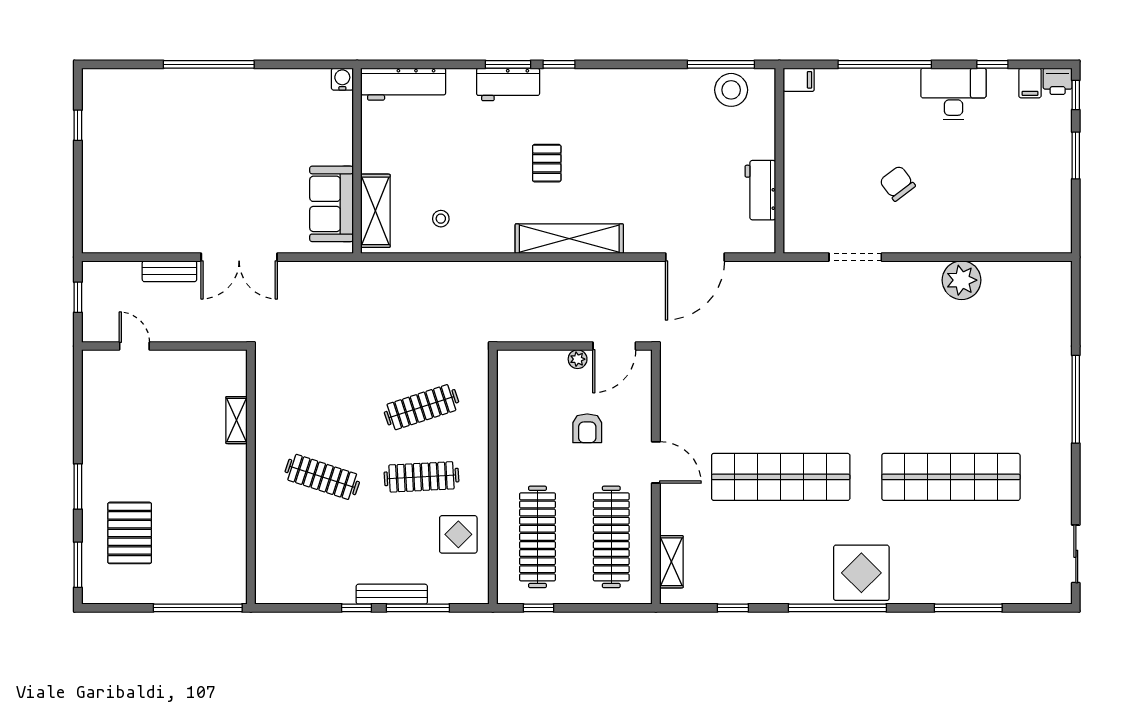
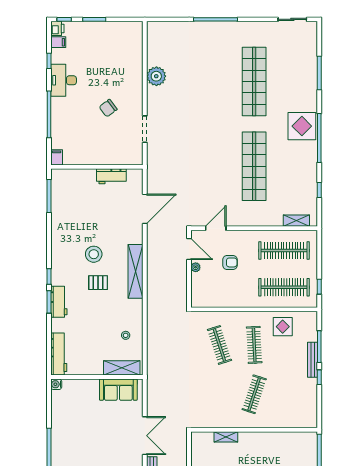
stool: (731, 90) -> (94, 254), moved
door: (695, 257) -> (145, 209), hinge flipped
door: (656, 462) -> (216, 228), moved

